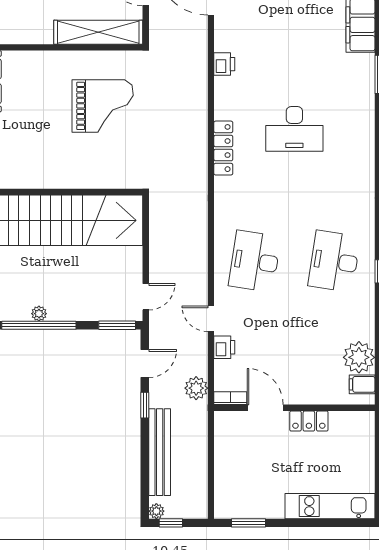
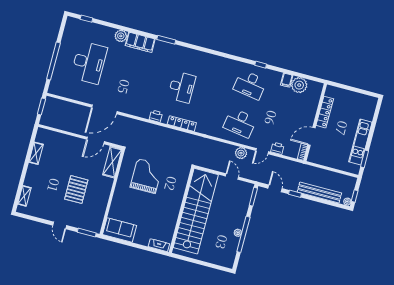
shelving: (98, 32) -> (112, 162), width x0.68
printer: (224, 64) -> (156, 116), moved
door: (146, 297) -> (232, 177), moved
filing cabinet: (362, 384) -> (287, 80), moved
plant: (196, 388) -> (241, 153), moved
locker: (309, 421) -> (325, 112), width x1.53
kitchen unit: (330, 506) -> (360, 142), moved

